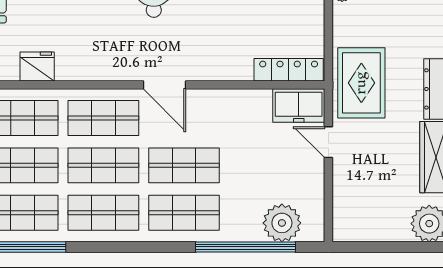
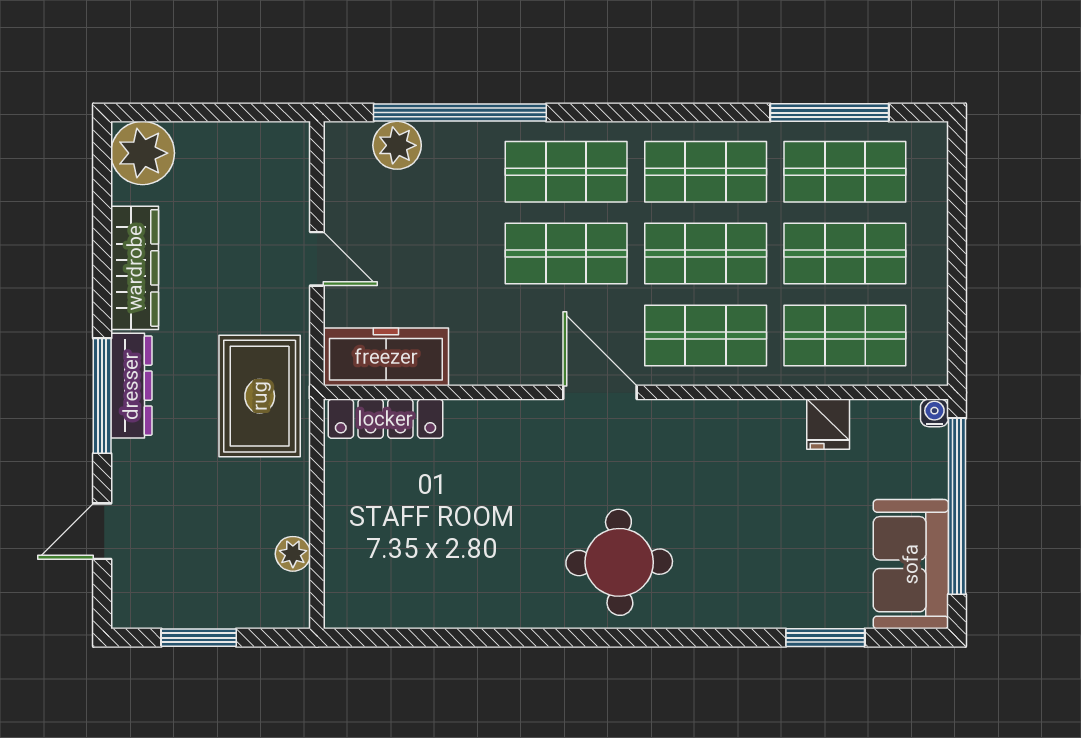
fridge: (37, 67) -> (828, 424), width x0.72
freezer: (299, 106) -> (386, 357), width x1.40
door: (328, 142) -> (317, 259), moved
plant: (282, 223) -> (397, 145), width x0.73, depth x0.73

